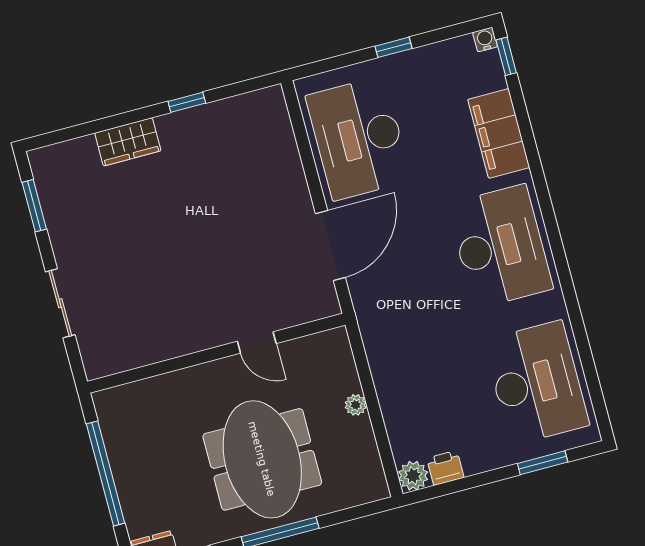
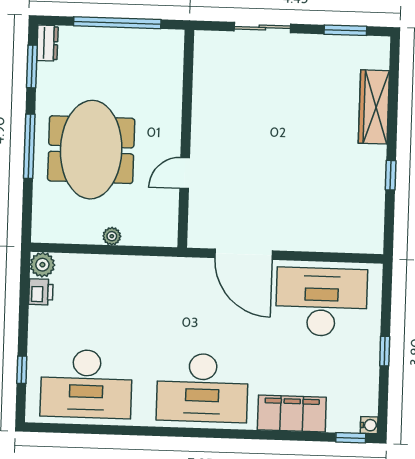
wardrobe: (128, 142) -> (374, 107), width x1.50
meeting table: (262, 459) -> (91, 150), turned 90
window: (543, 463) -> (22, 370), width x0.67

